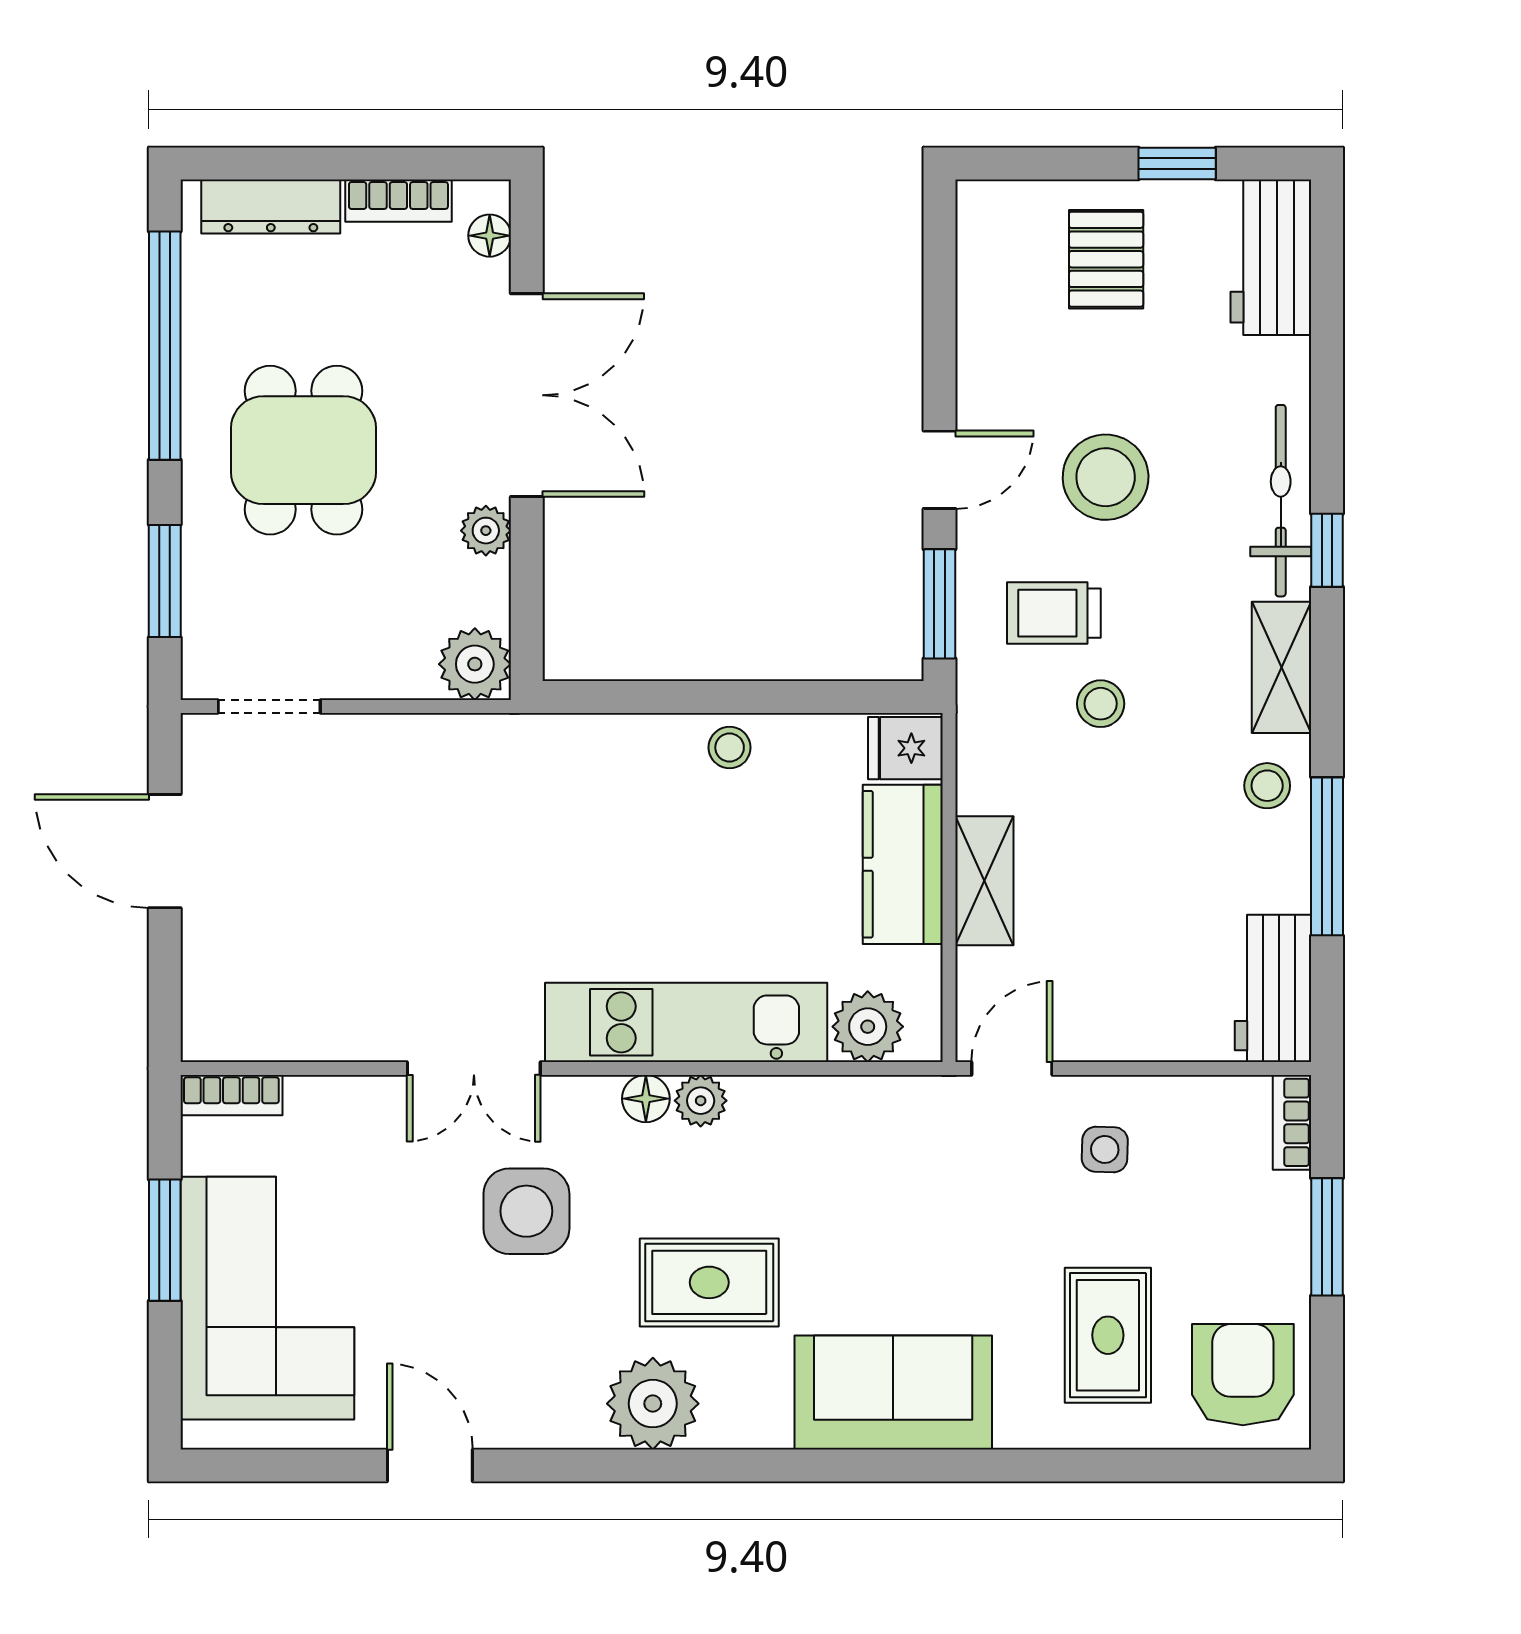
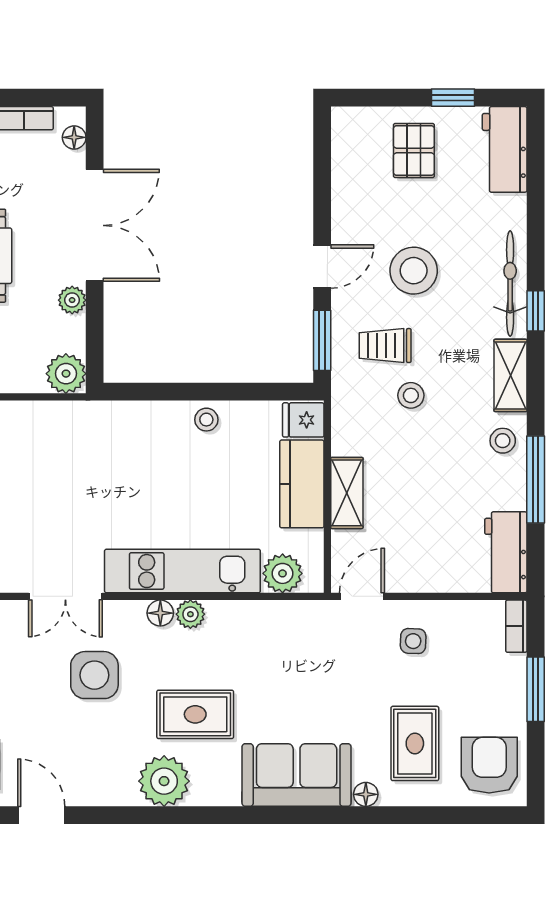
floor lamp: (1019, 1428) -> (366, 794), added

